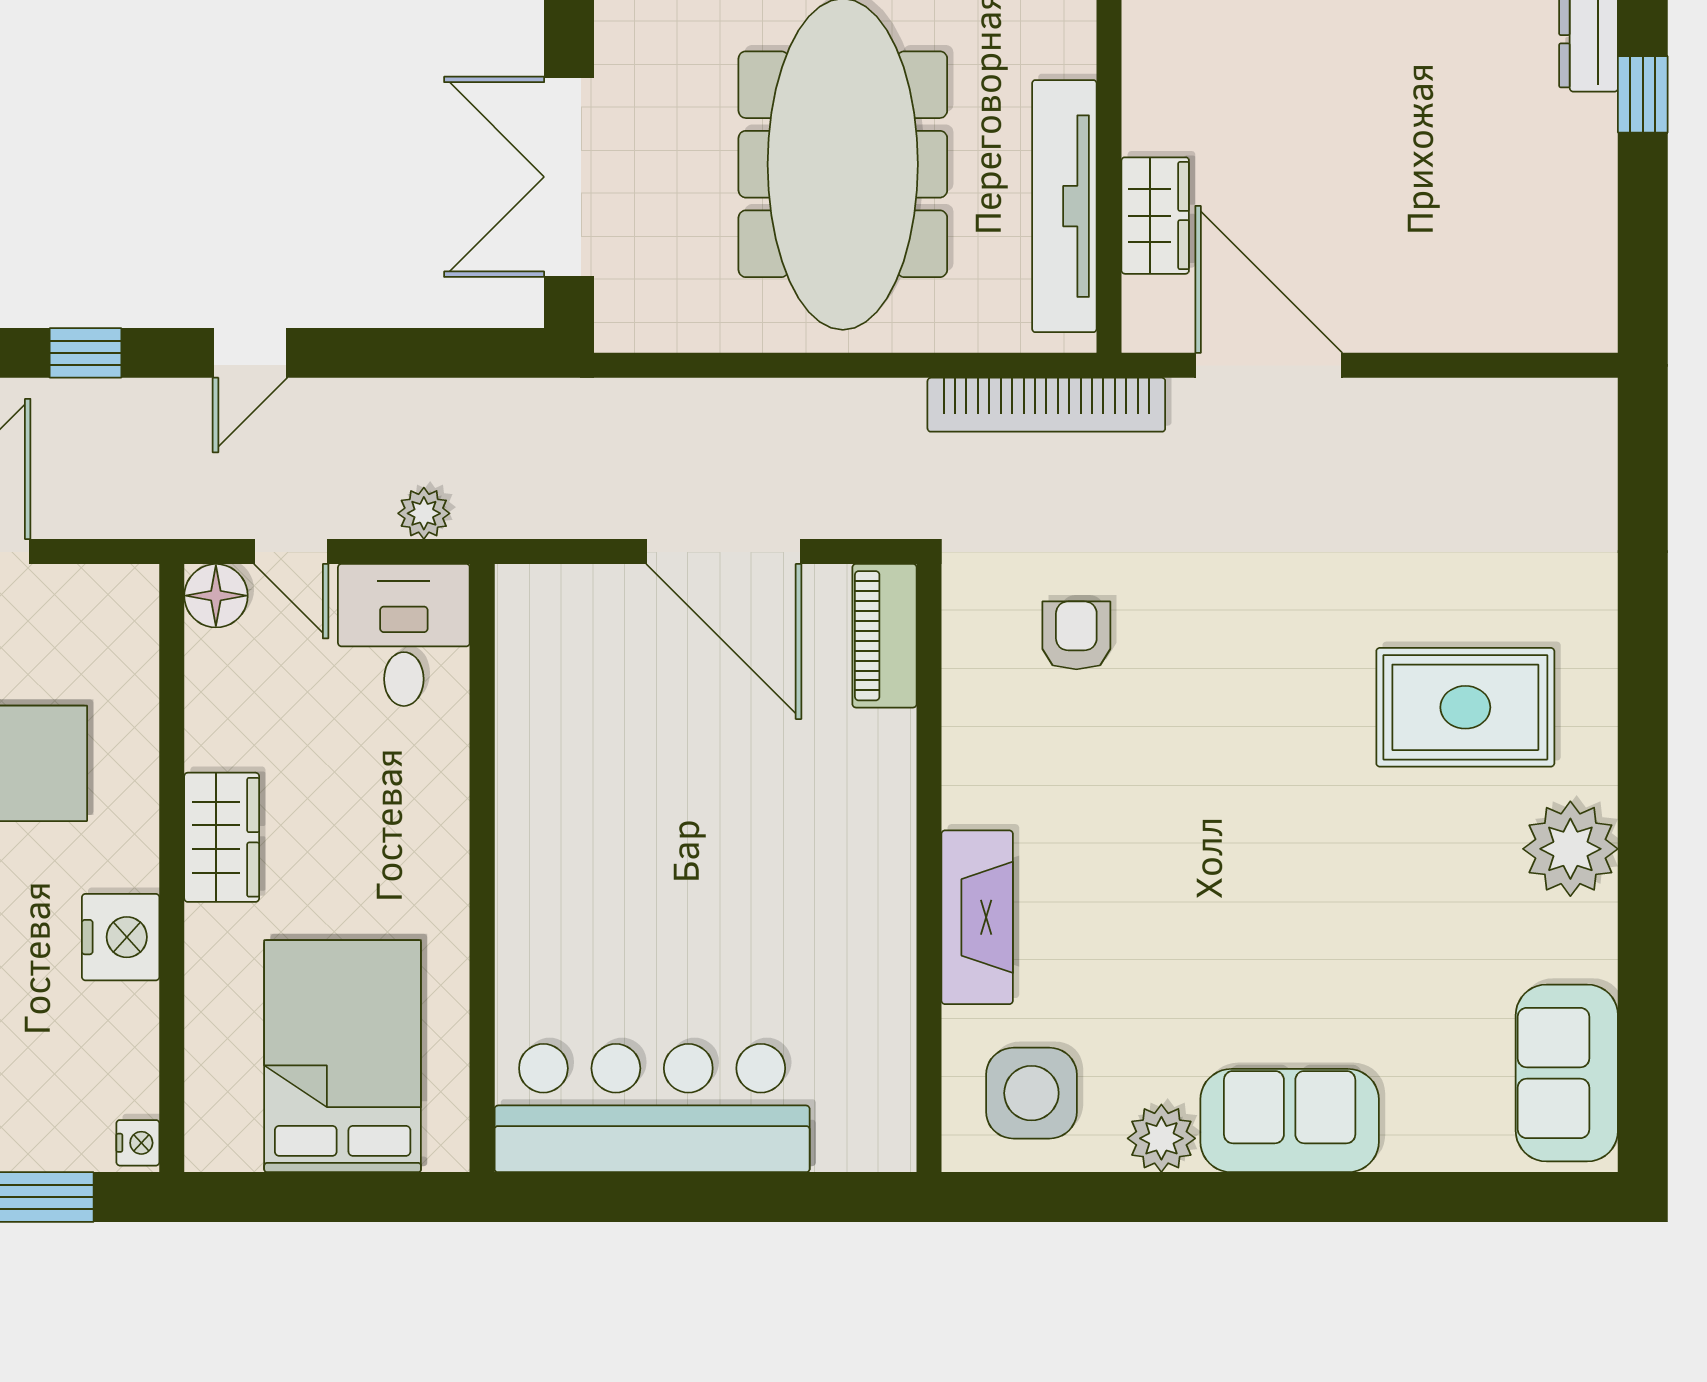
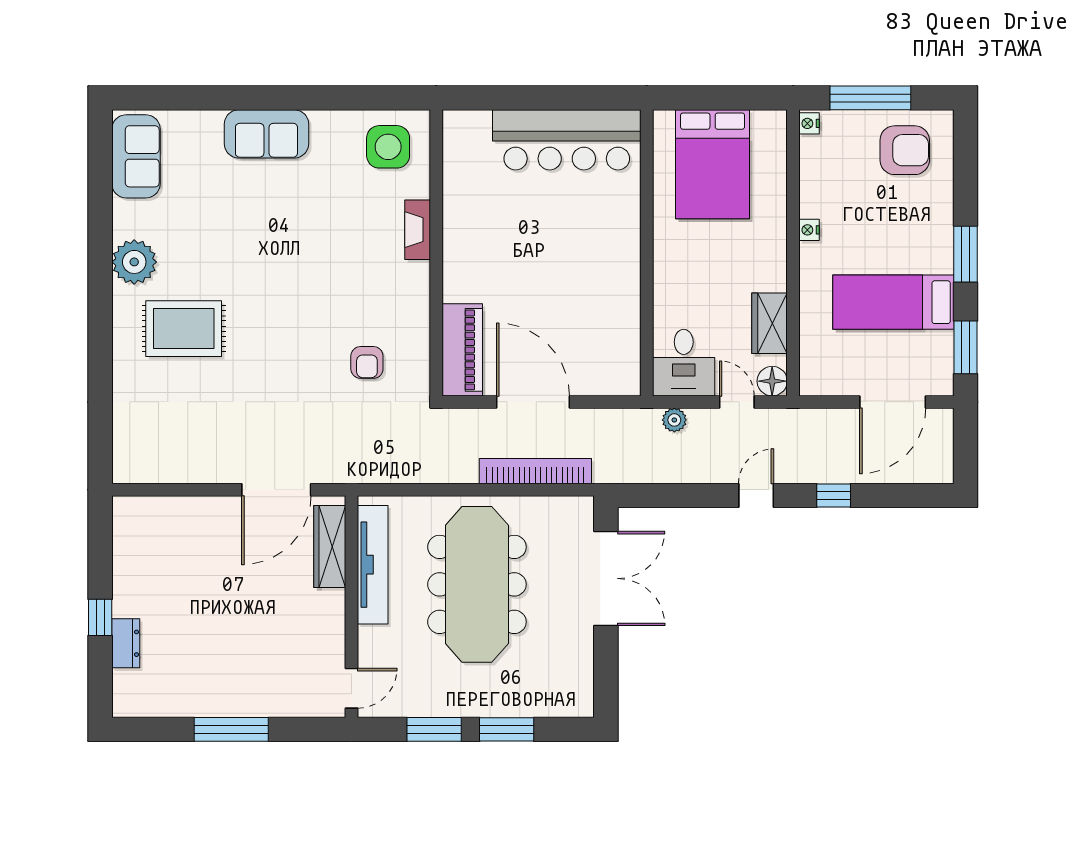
wardrobe: (1155, 216) -> (330, 547), width x1.50
door: (1269, 365) -> (276, 490), hinge flipped
bookcase: (1046, 405) -> (535, 471), moved
piano: (885, 636) -> (462, 350), width x1.37, depth x1.33
wardrobe: (222, 837) -> (770, 323), moved
fireplace: (977, 917) -> (418, 230), width x0.73, depth x0.76
nightstand: (121, 937) -> (809, 230), width x0.53, depth x0.56
plant: (1161, 1138) -> (327, 126), removed

